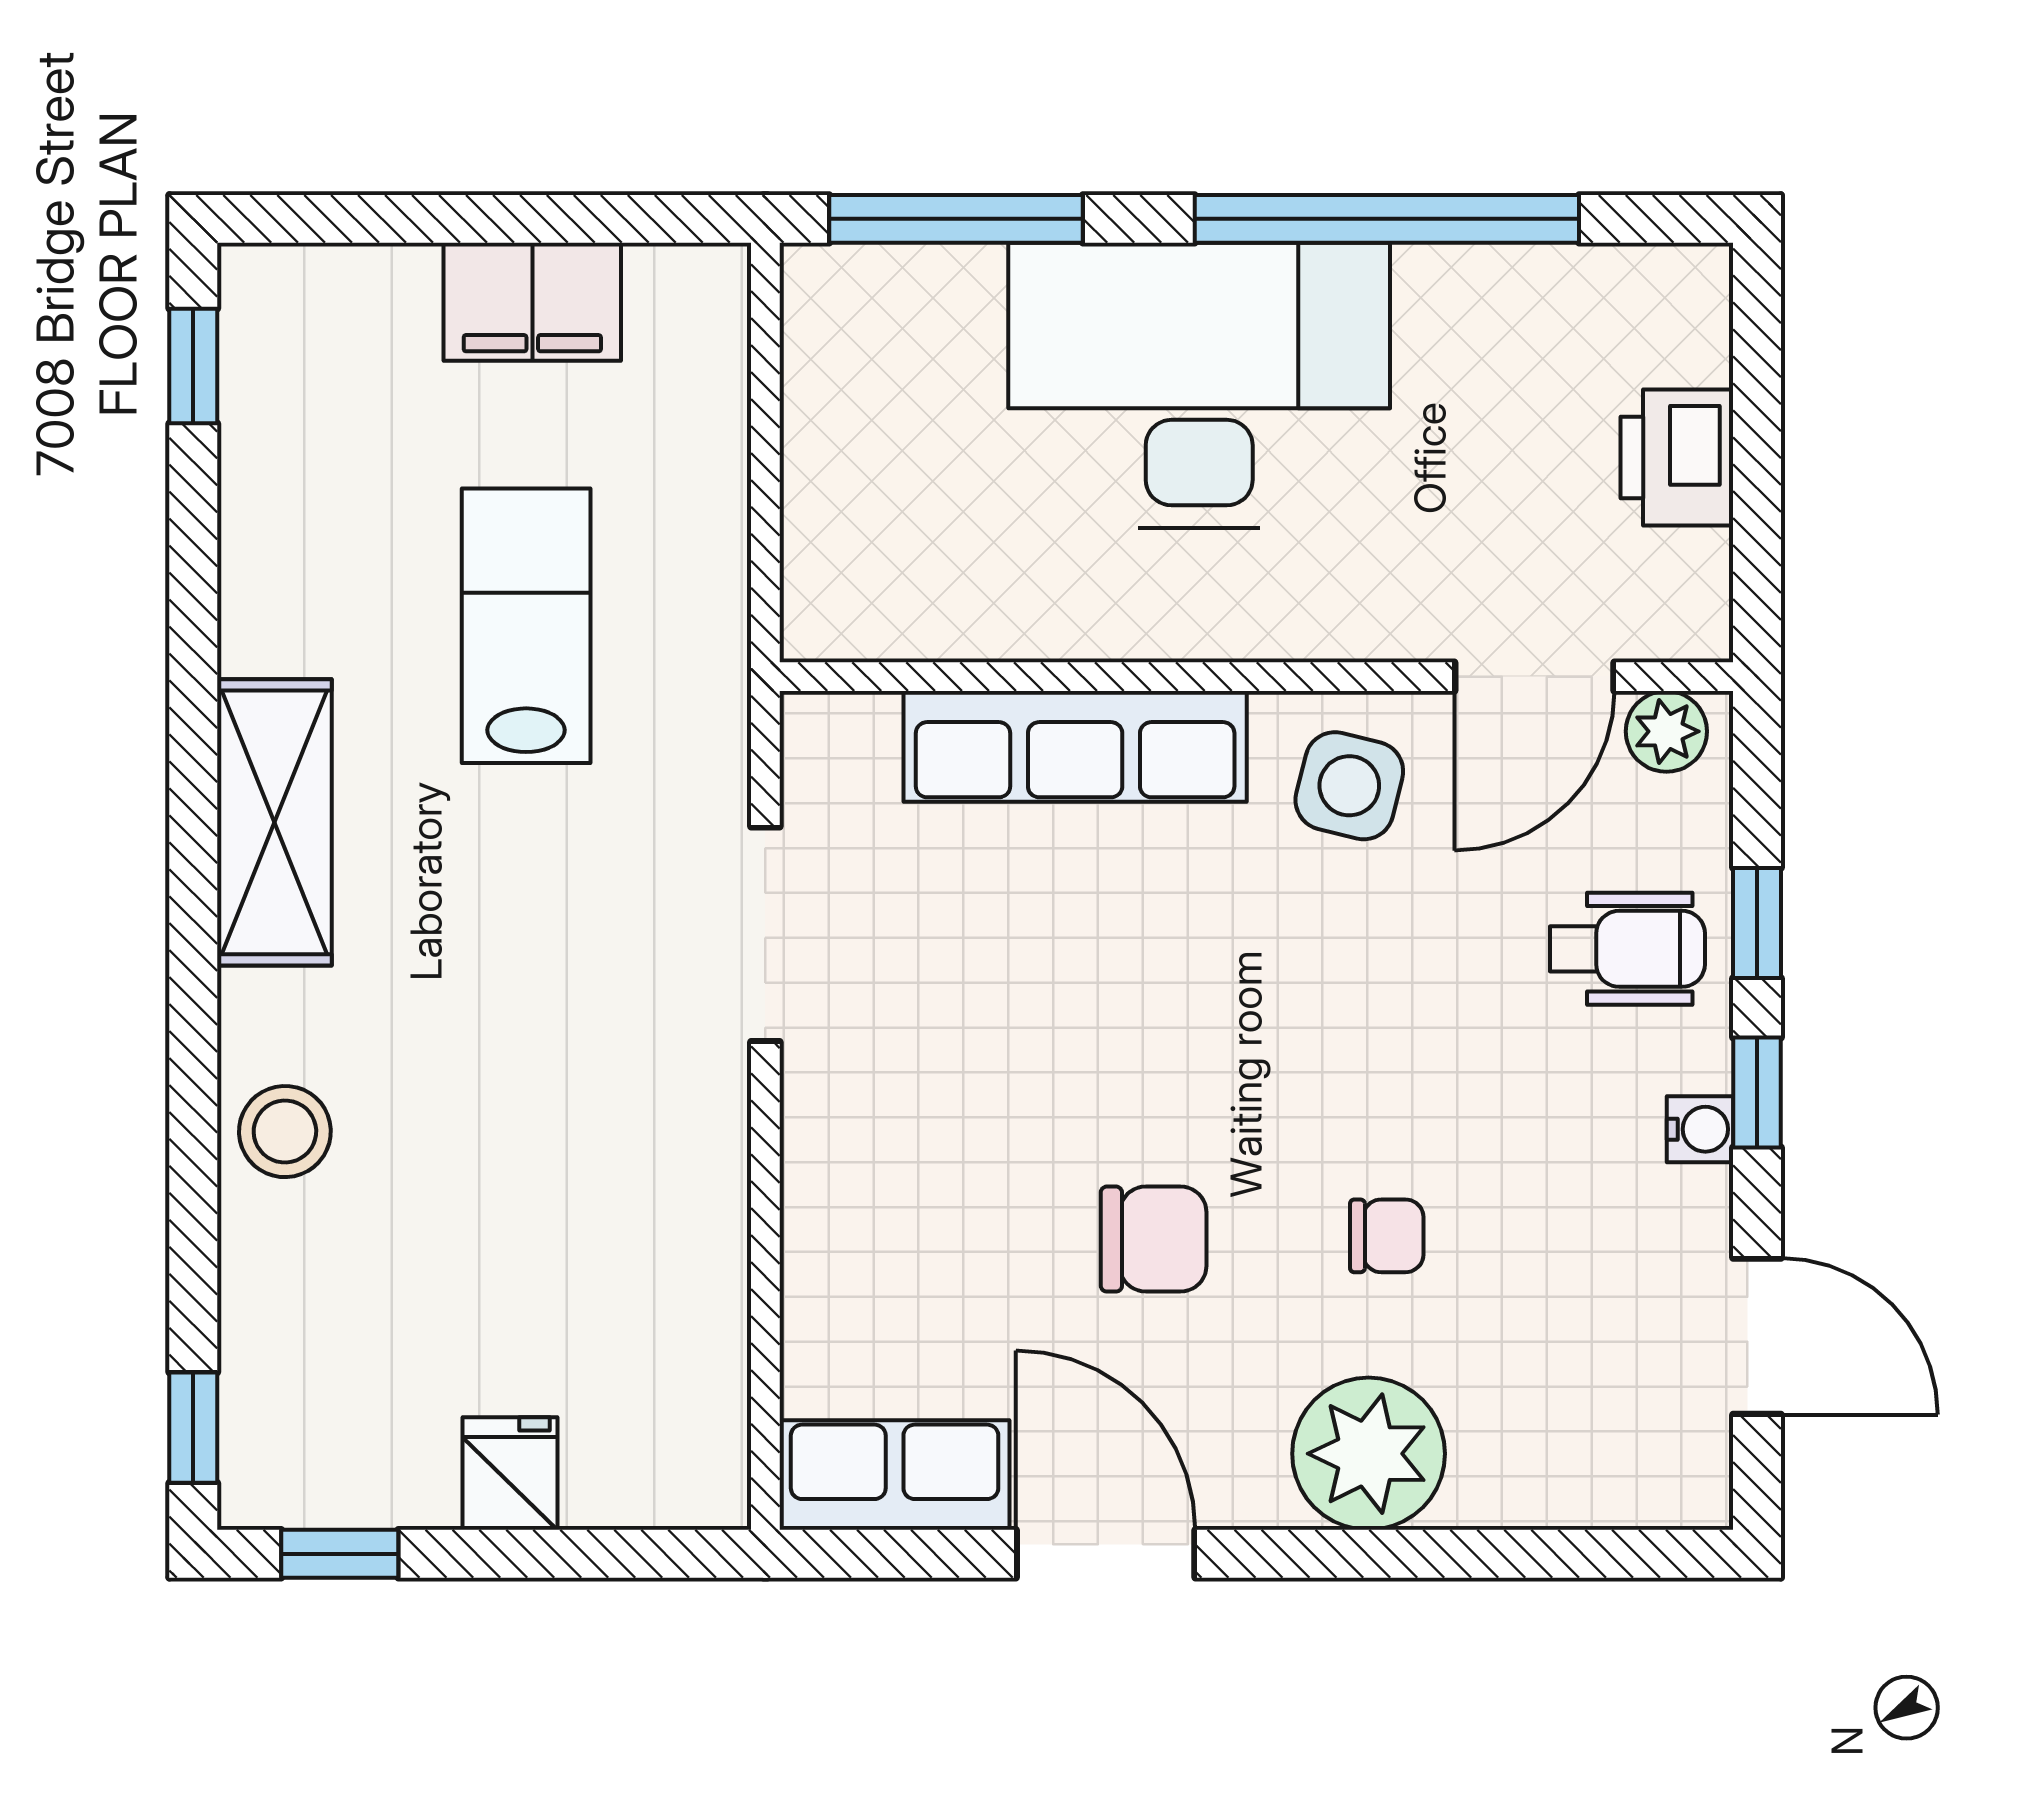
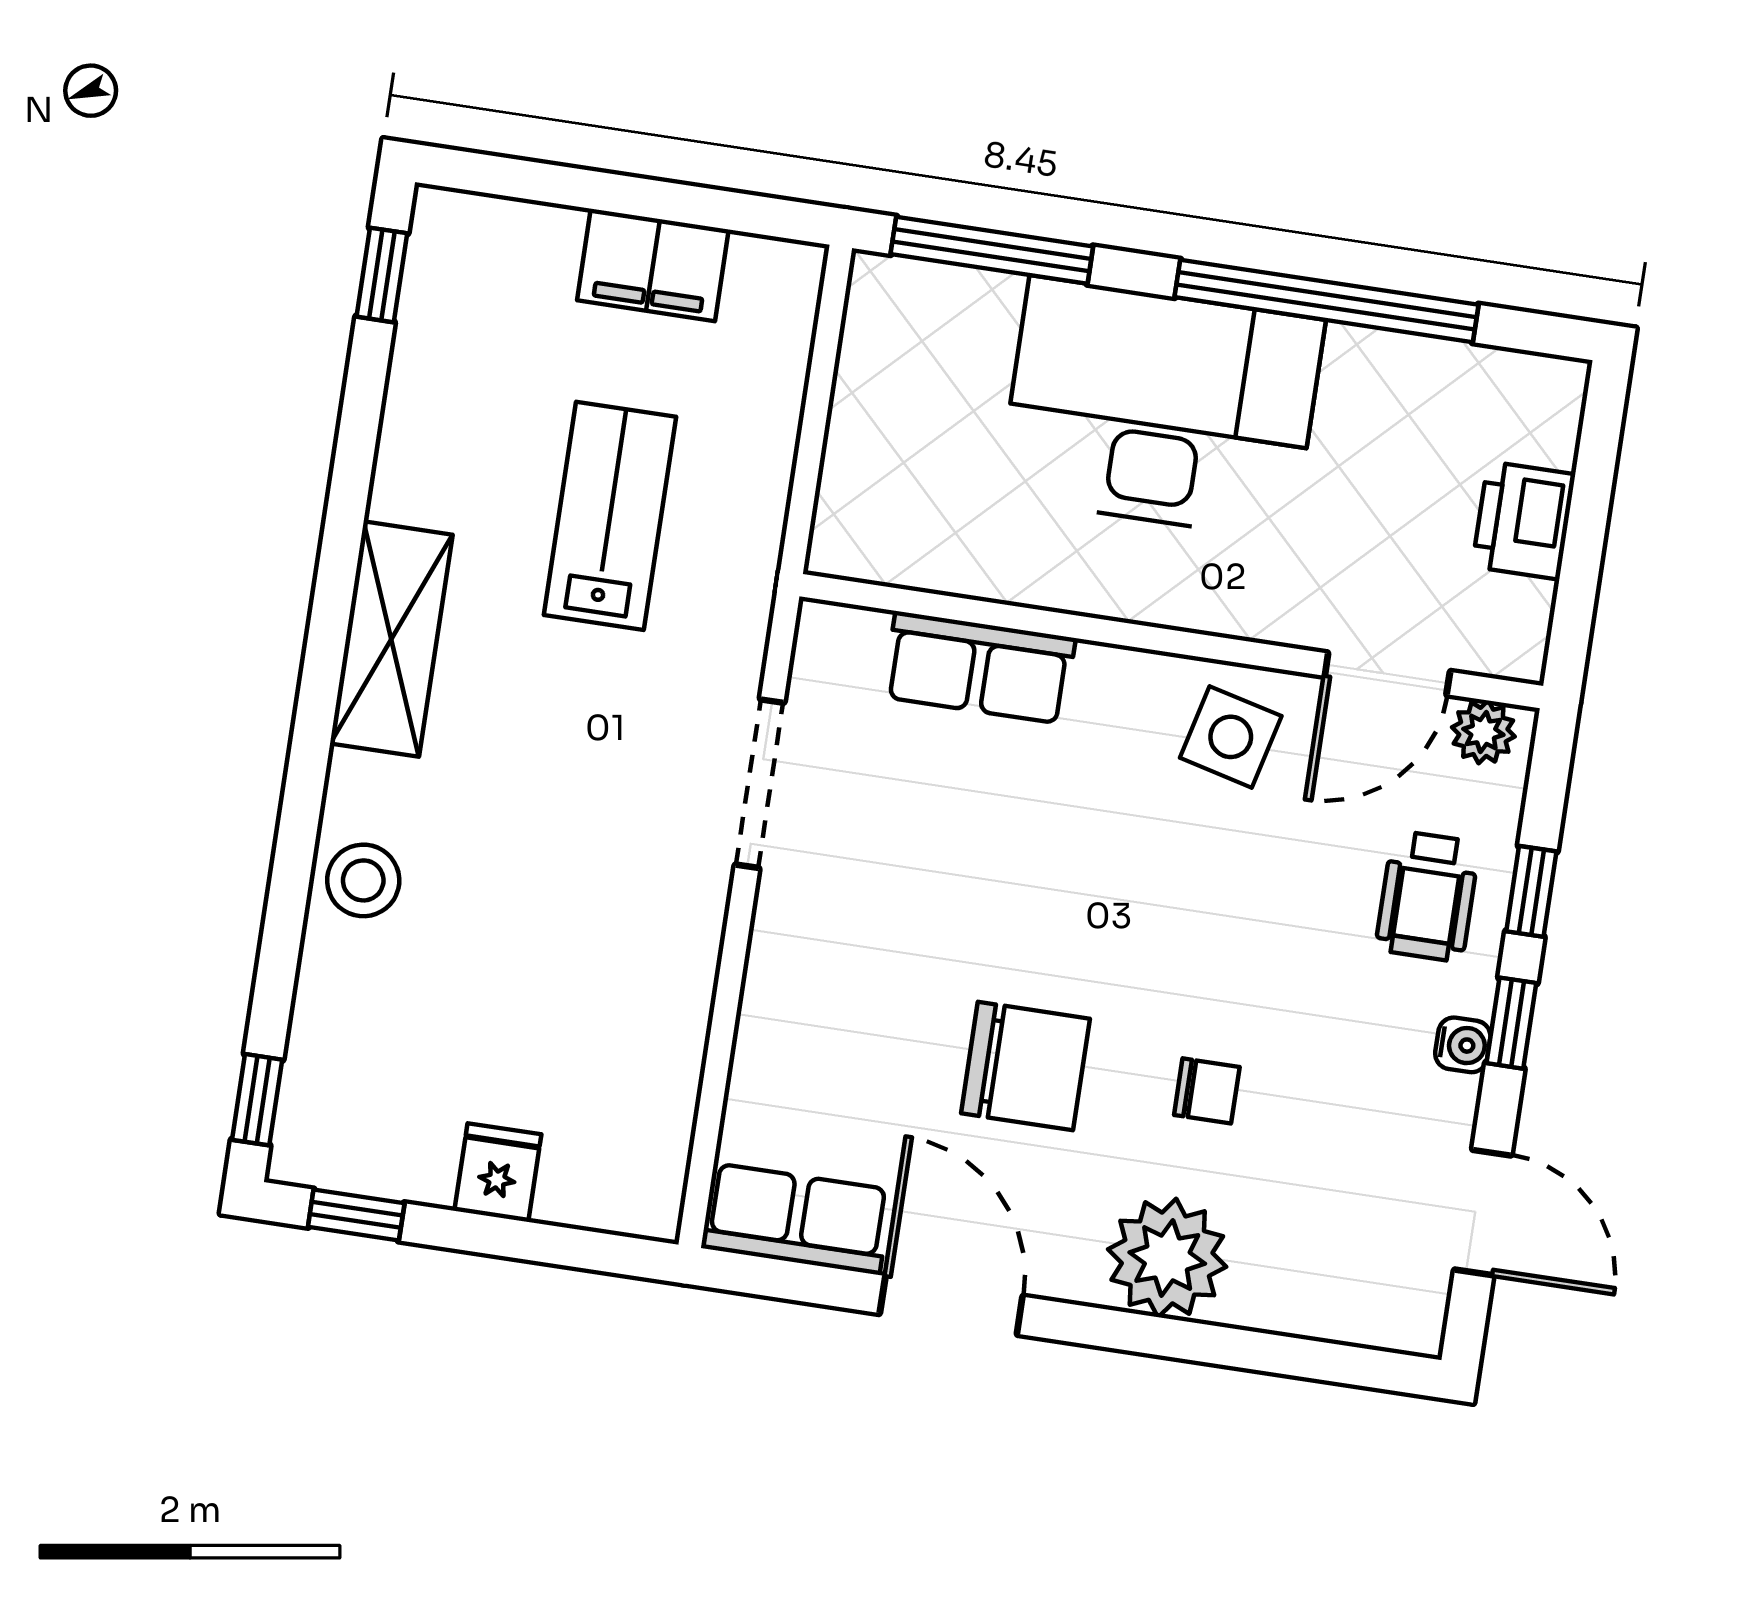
row of seats: (1075, 746) -> (979, 668), width x0.68
wheelchair: (1627, 949) -> (1428, 896), turned 90
chair: (1154, 1239) -> (1025, 1066), width x1.37, depth x1.37

